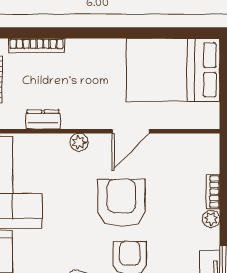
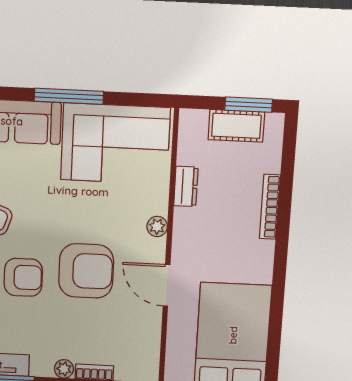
bookcase: (36, 46) -> (270, 207), moved

